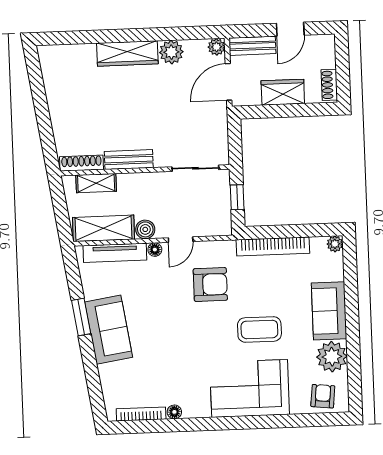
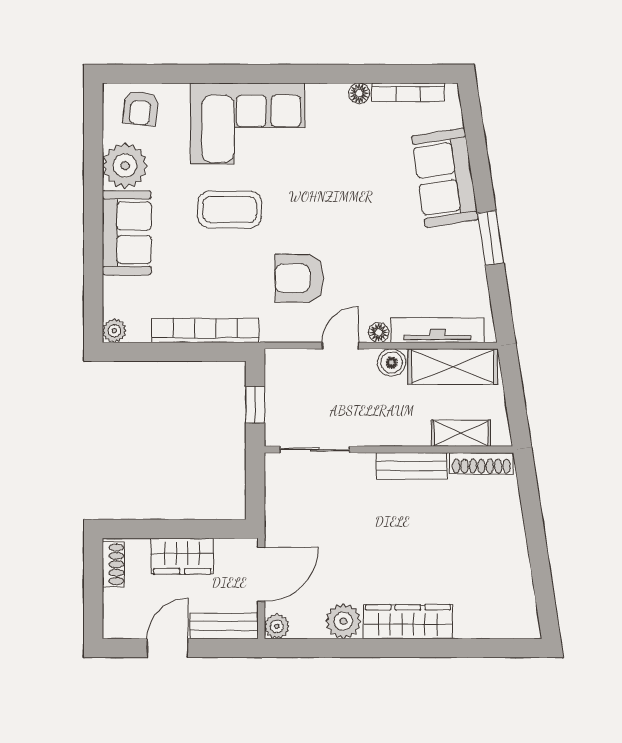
sofa: (109, 330) -> (445, 178), moved

